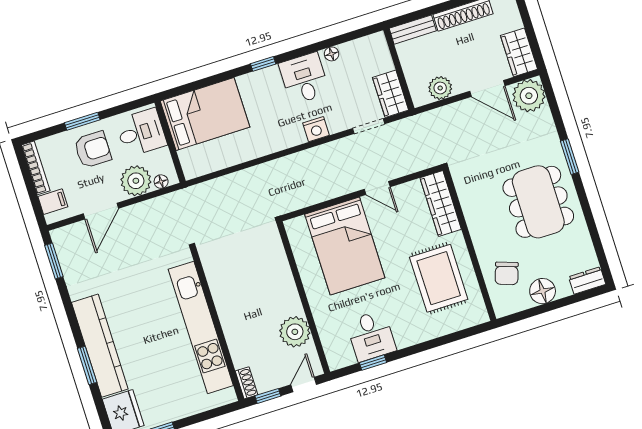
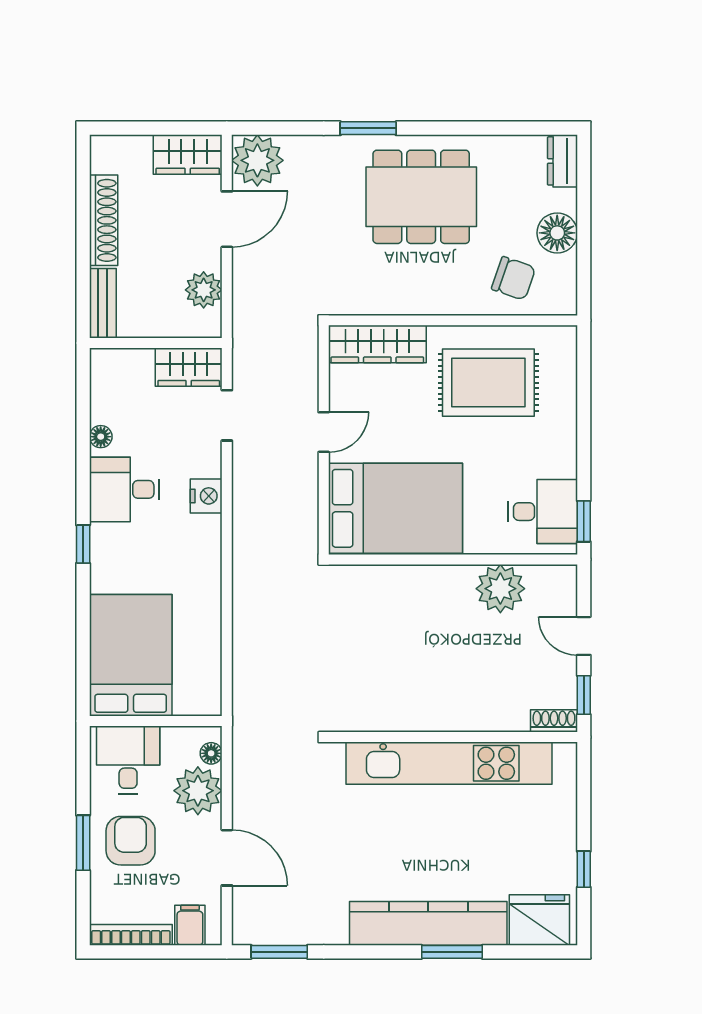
wall: (303, 298) -> (453, 559), moved
plant: (295, 332) -> (500, 589), moved

